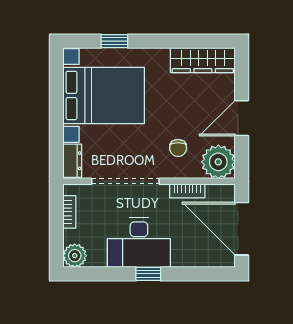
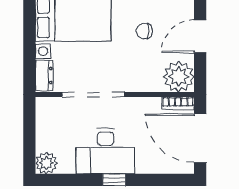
chair: (178, 148) -> (144, 31), moved, turned 90
bookcase: (187, 191) -> (178, 103), moved
bookcase: (69, 212) -> (41, 123), removed

